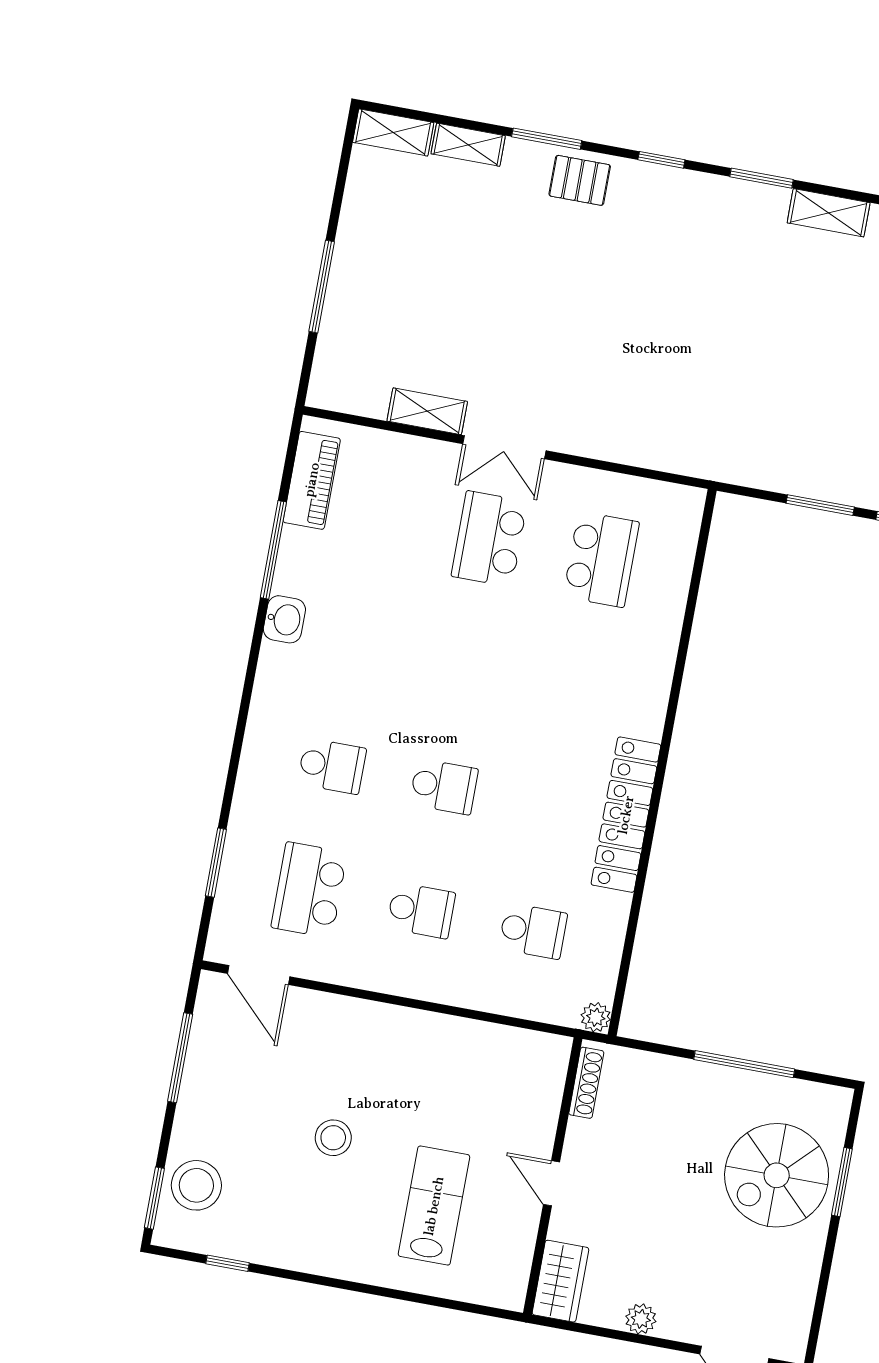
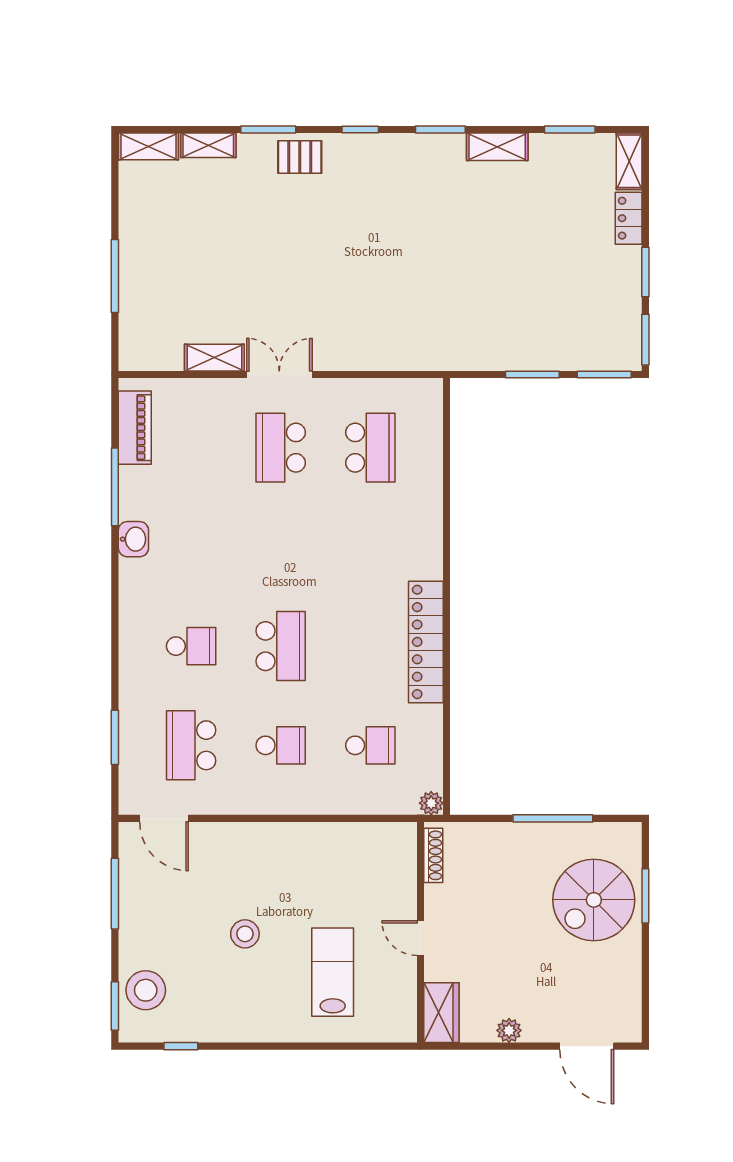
double door: (504, 447) -> (279, 375), swing flipped
school desk: (444, 787) -> (281, 646), width x1.85

